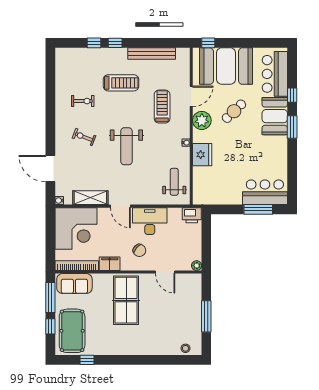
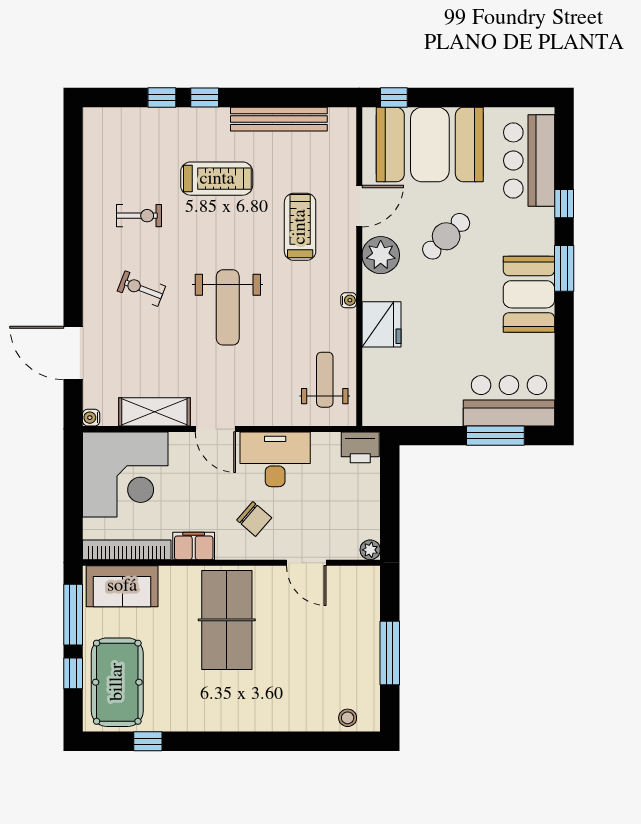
booth: (275, 116) -> (529, 294), moved

